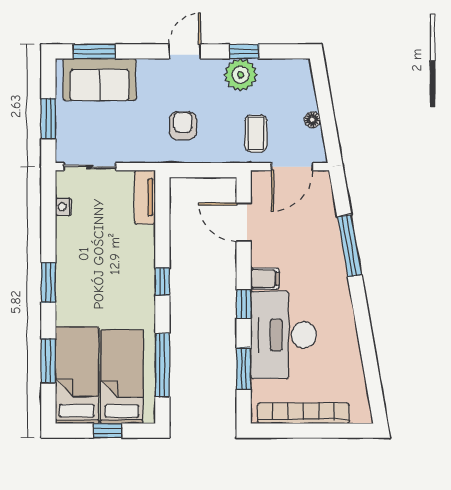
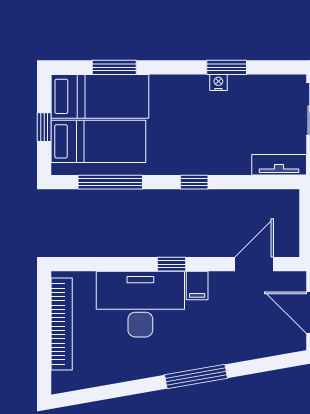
nightstand: (63, 207) -> (218, 83), moved
window: (349, 246) -> (196, 376), moved
window: (48, 282) -> (227, 67), moved
window: (244, 369) -> (106, 264), removed

